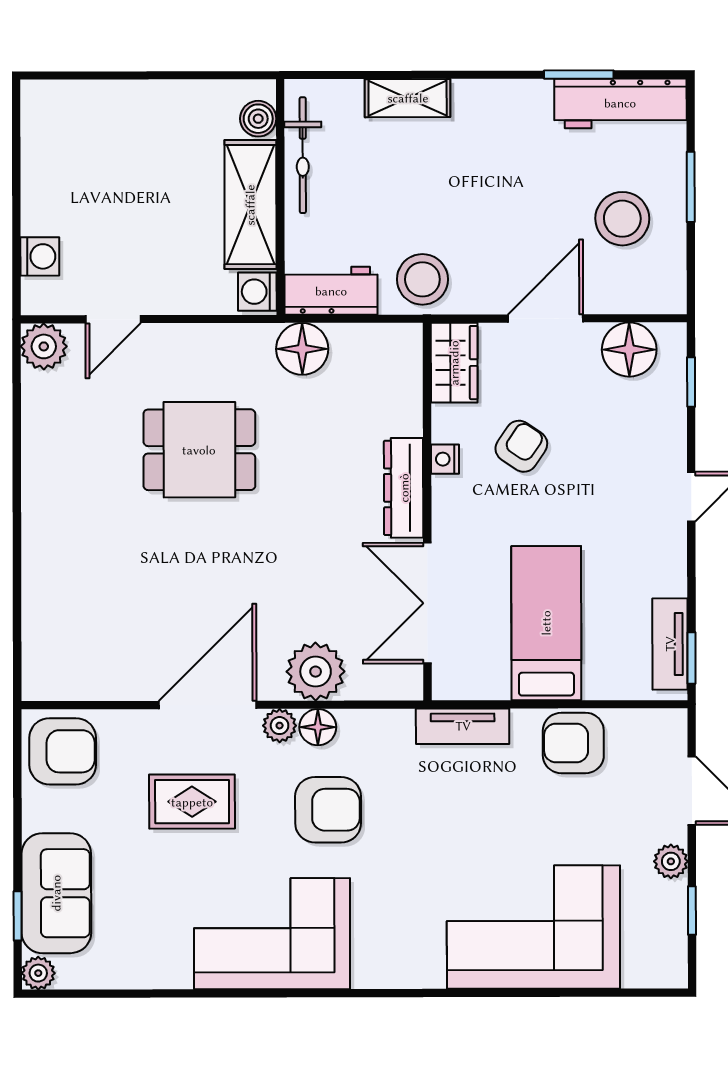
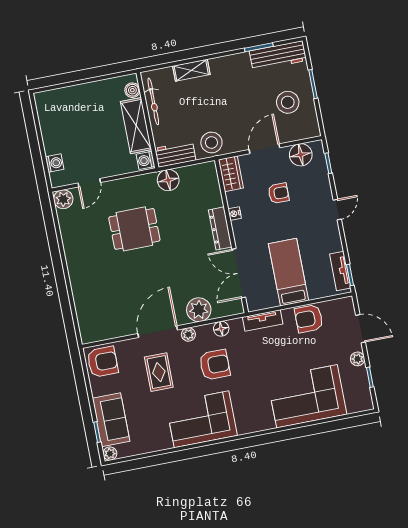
armchair: (521, 446) -> (279, 193), moved, turned 56
floor lamp: (318, 727) -> (221, 329), moved
rug: (192, 802) -> (159, 372), turned 90

